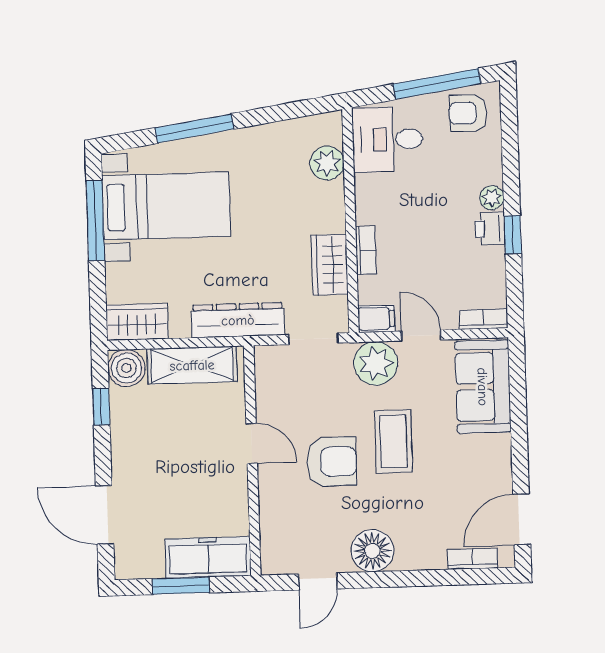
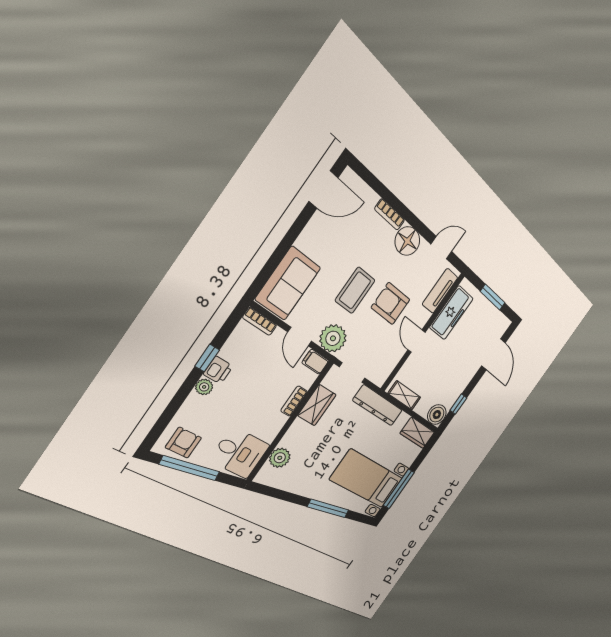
armchair: (468, 113) -> (183, 443), turned -90
shelving: (192, 365) -> (404, 395), width x0.67, depth x0.75
tv unit: (273, 530) -> (440, 291), added
freezer: (208, 557) -> (451, 313), moved, turned -90
bookcase: (473, 559) -> (390, 214), moved

